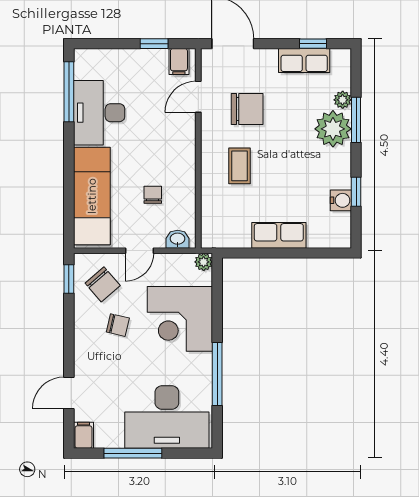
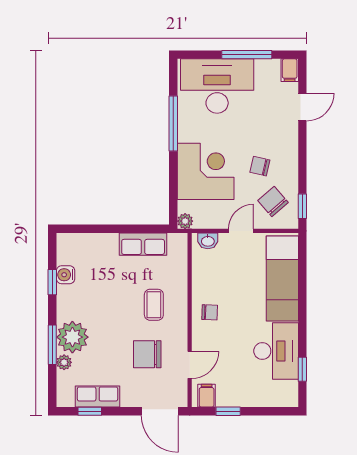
window: (69, 92) -> (302, 369), width x0.46
chair: (153, 195) -> (210, 312), moved, turned -88
row of seats: (279, 235) -> (143, 244), moved

